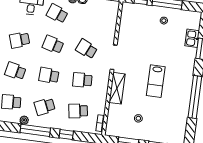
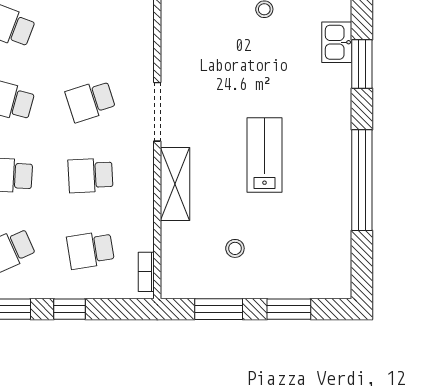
school desk: (86, 49) -> (90, 101), turned -42
lab bench: (156, 81) -> (265, 155), turned 180

